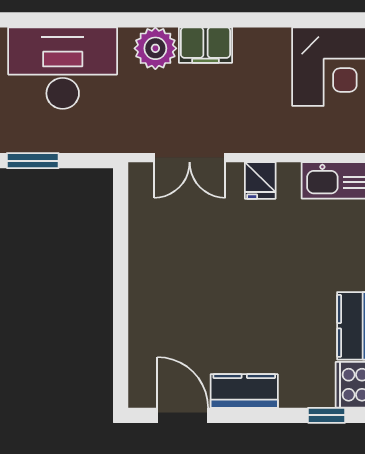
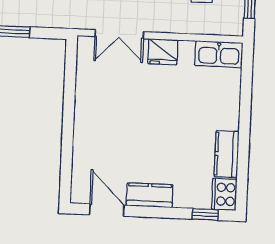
fridge: (260, 180) -> (163, 52), width x1.38

